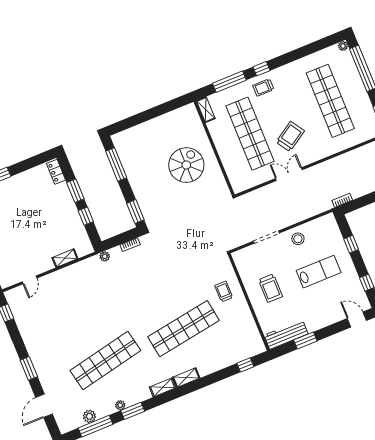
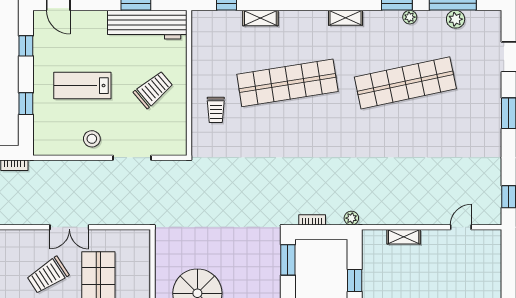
trolley: (271, 288) -> (153, 89), turned 50
workbench: (286, 335) -> (147, 25), width x1.36, depth x1.32
shelving: (186, 378) -> (260, 18), moved

